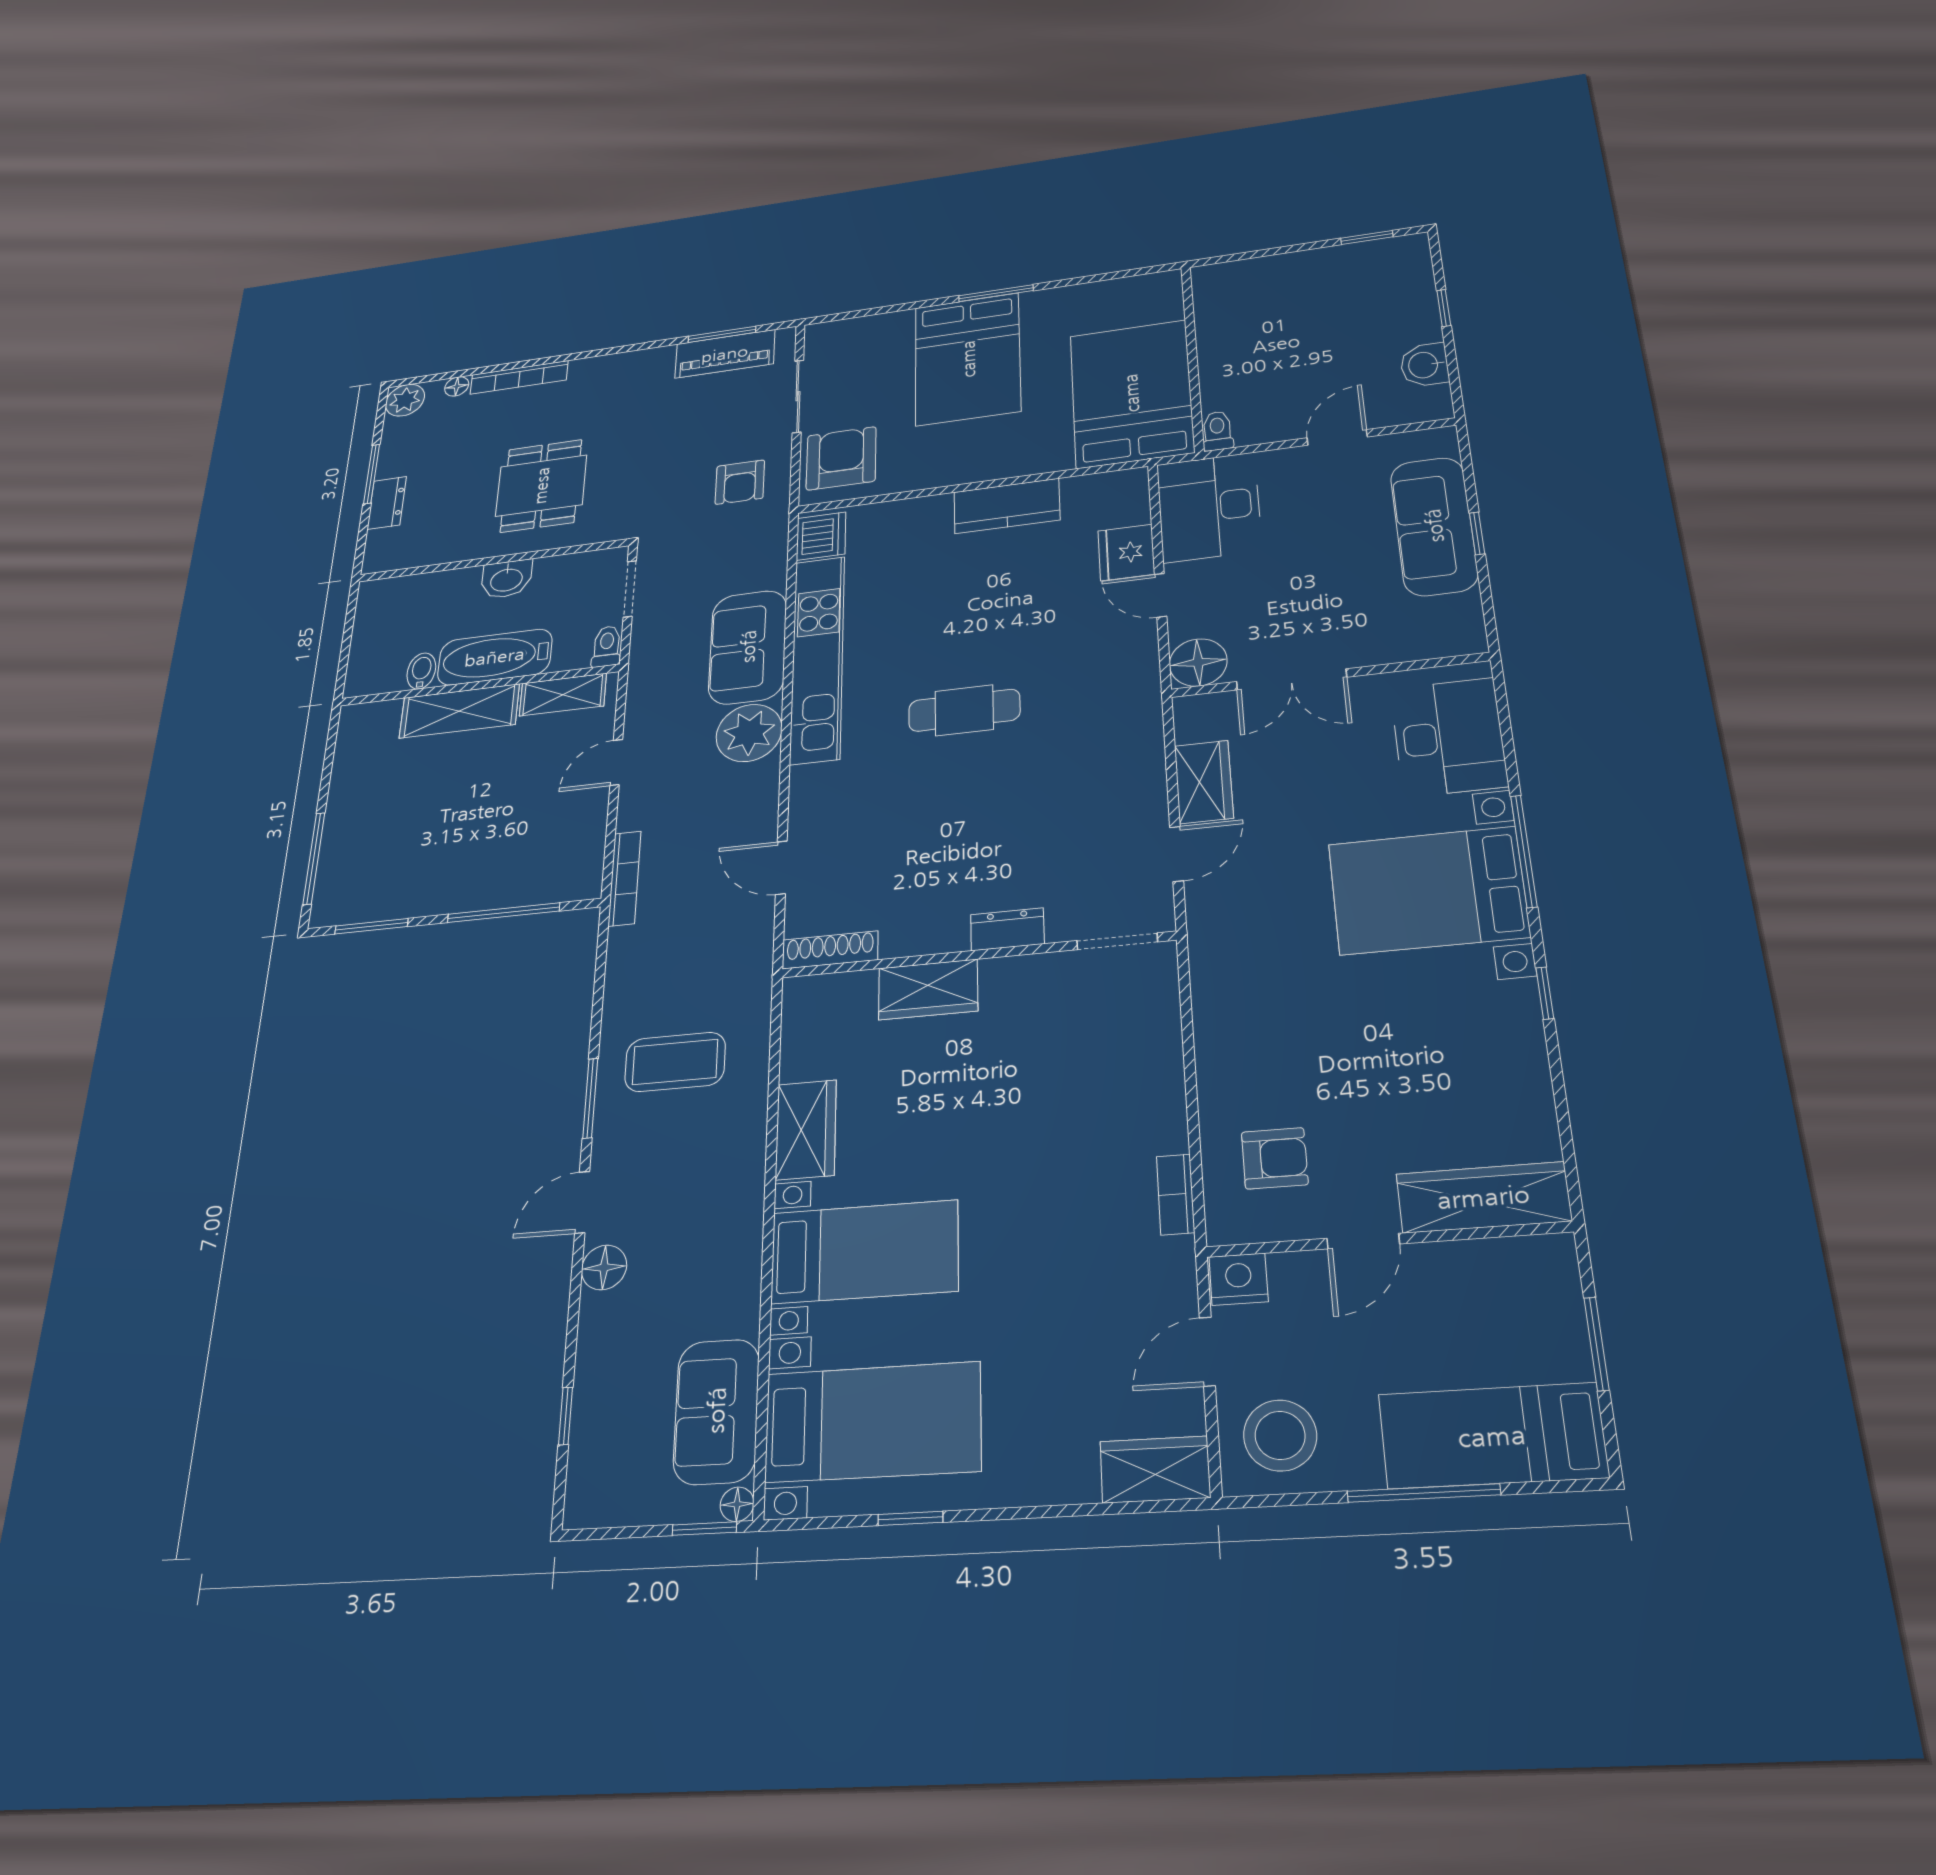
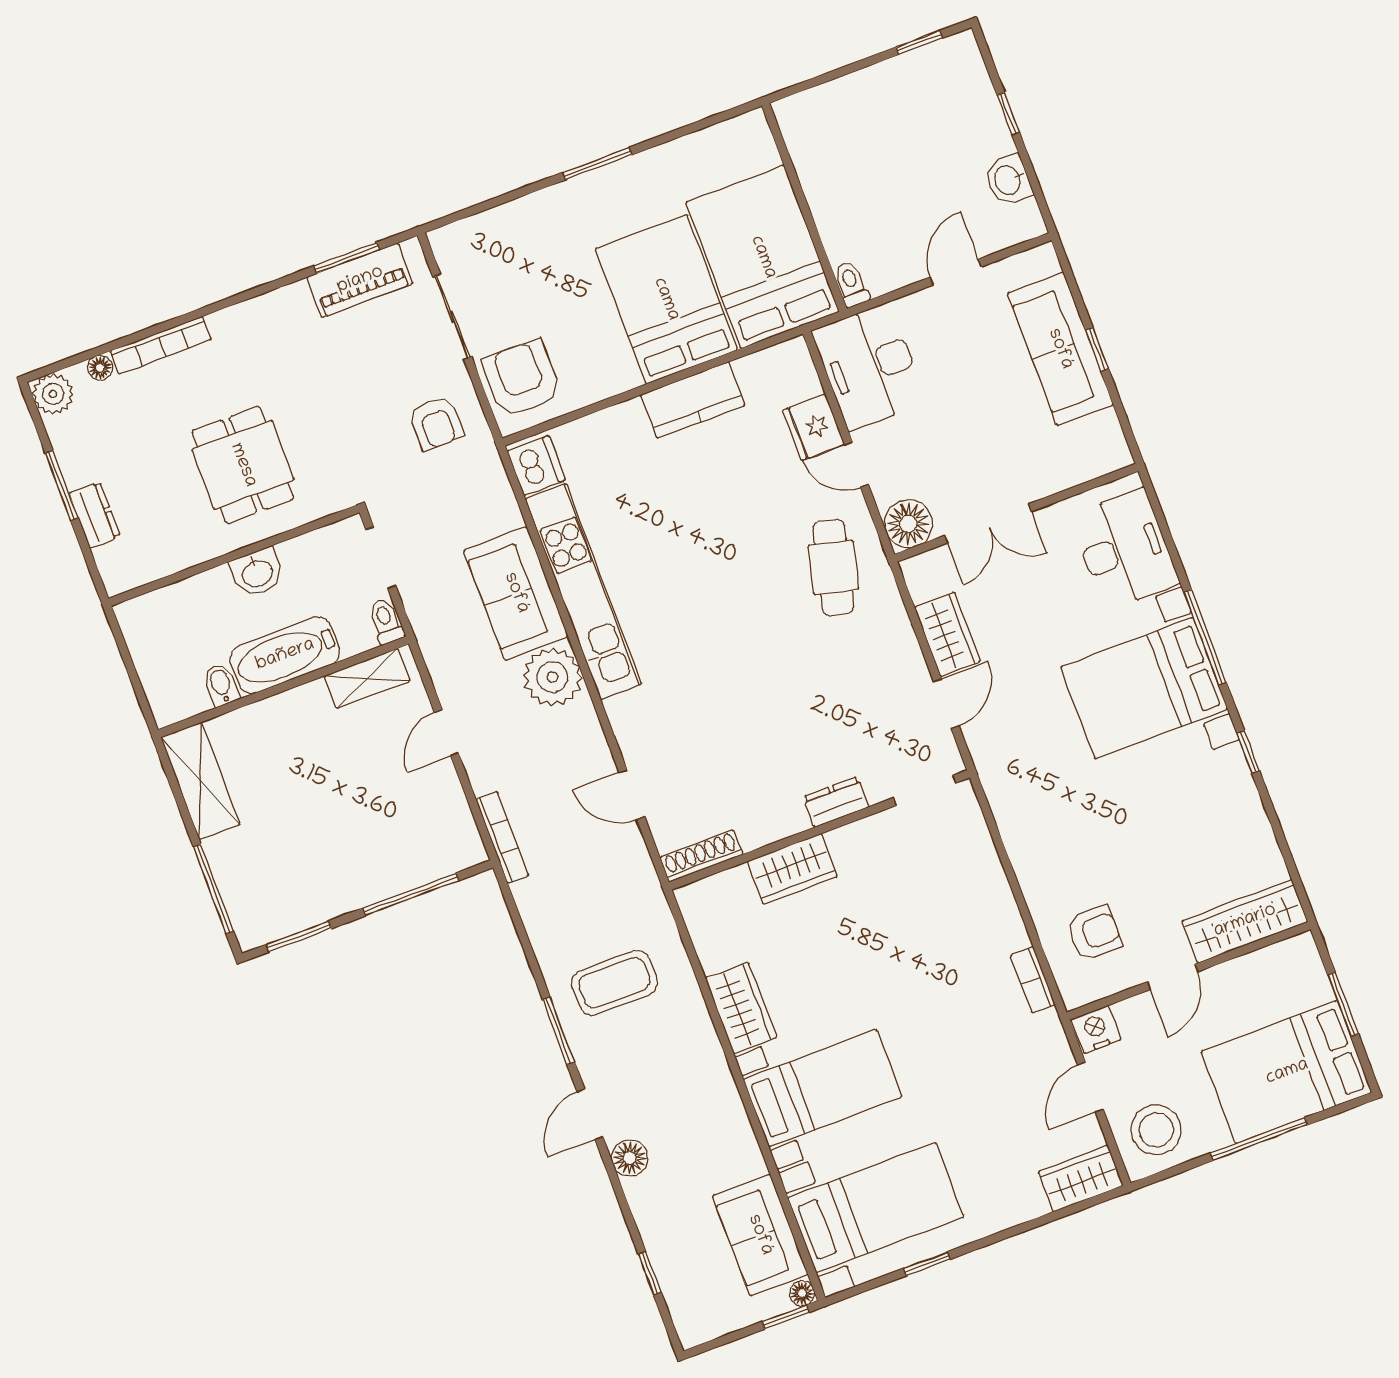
bed: (968, 359) -> (666, 299), moved, turned 180
cafe table: (964, 710) -> (833, 568), moved, turned -76
shelving: (459, 711) -> (200, 781), moved, turned 90
bed: (1492, 1436) -> (1287, 1072), width x1.50

